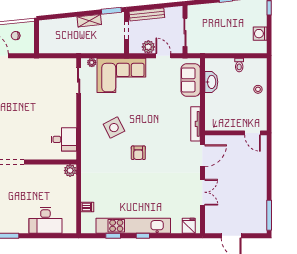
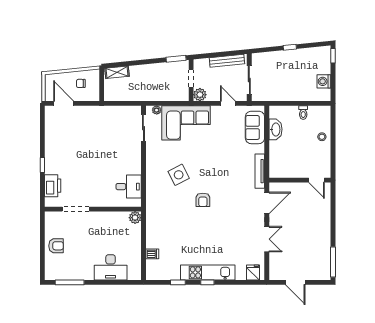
bench: (147, 14) -> (227, 61), moved
shelving: (89, 21) -> (117, 72), moved
plant: (148, 47) -> (200, 95), moved
kitchen unit: (133, 226) -> (208, 272), width x0.73

